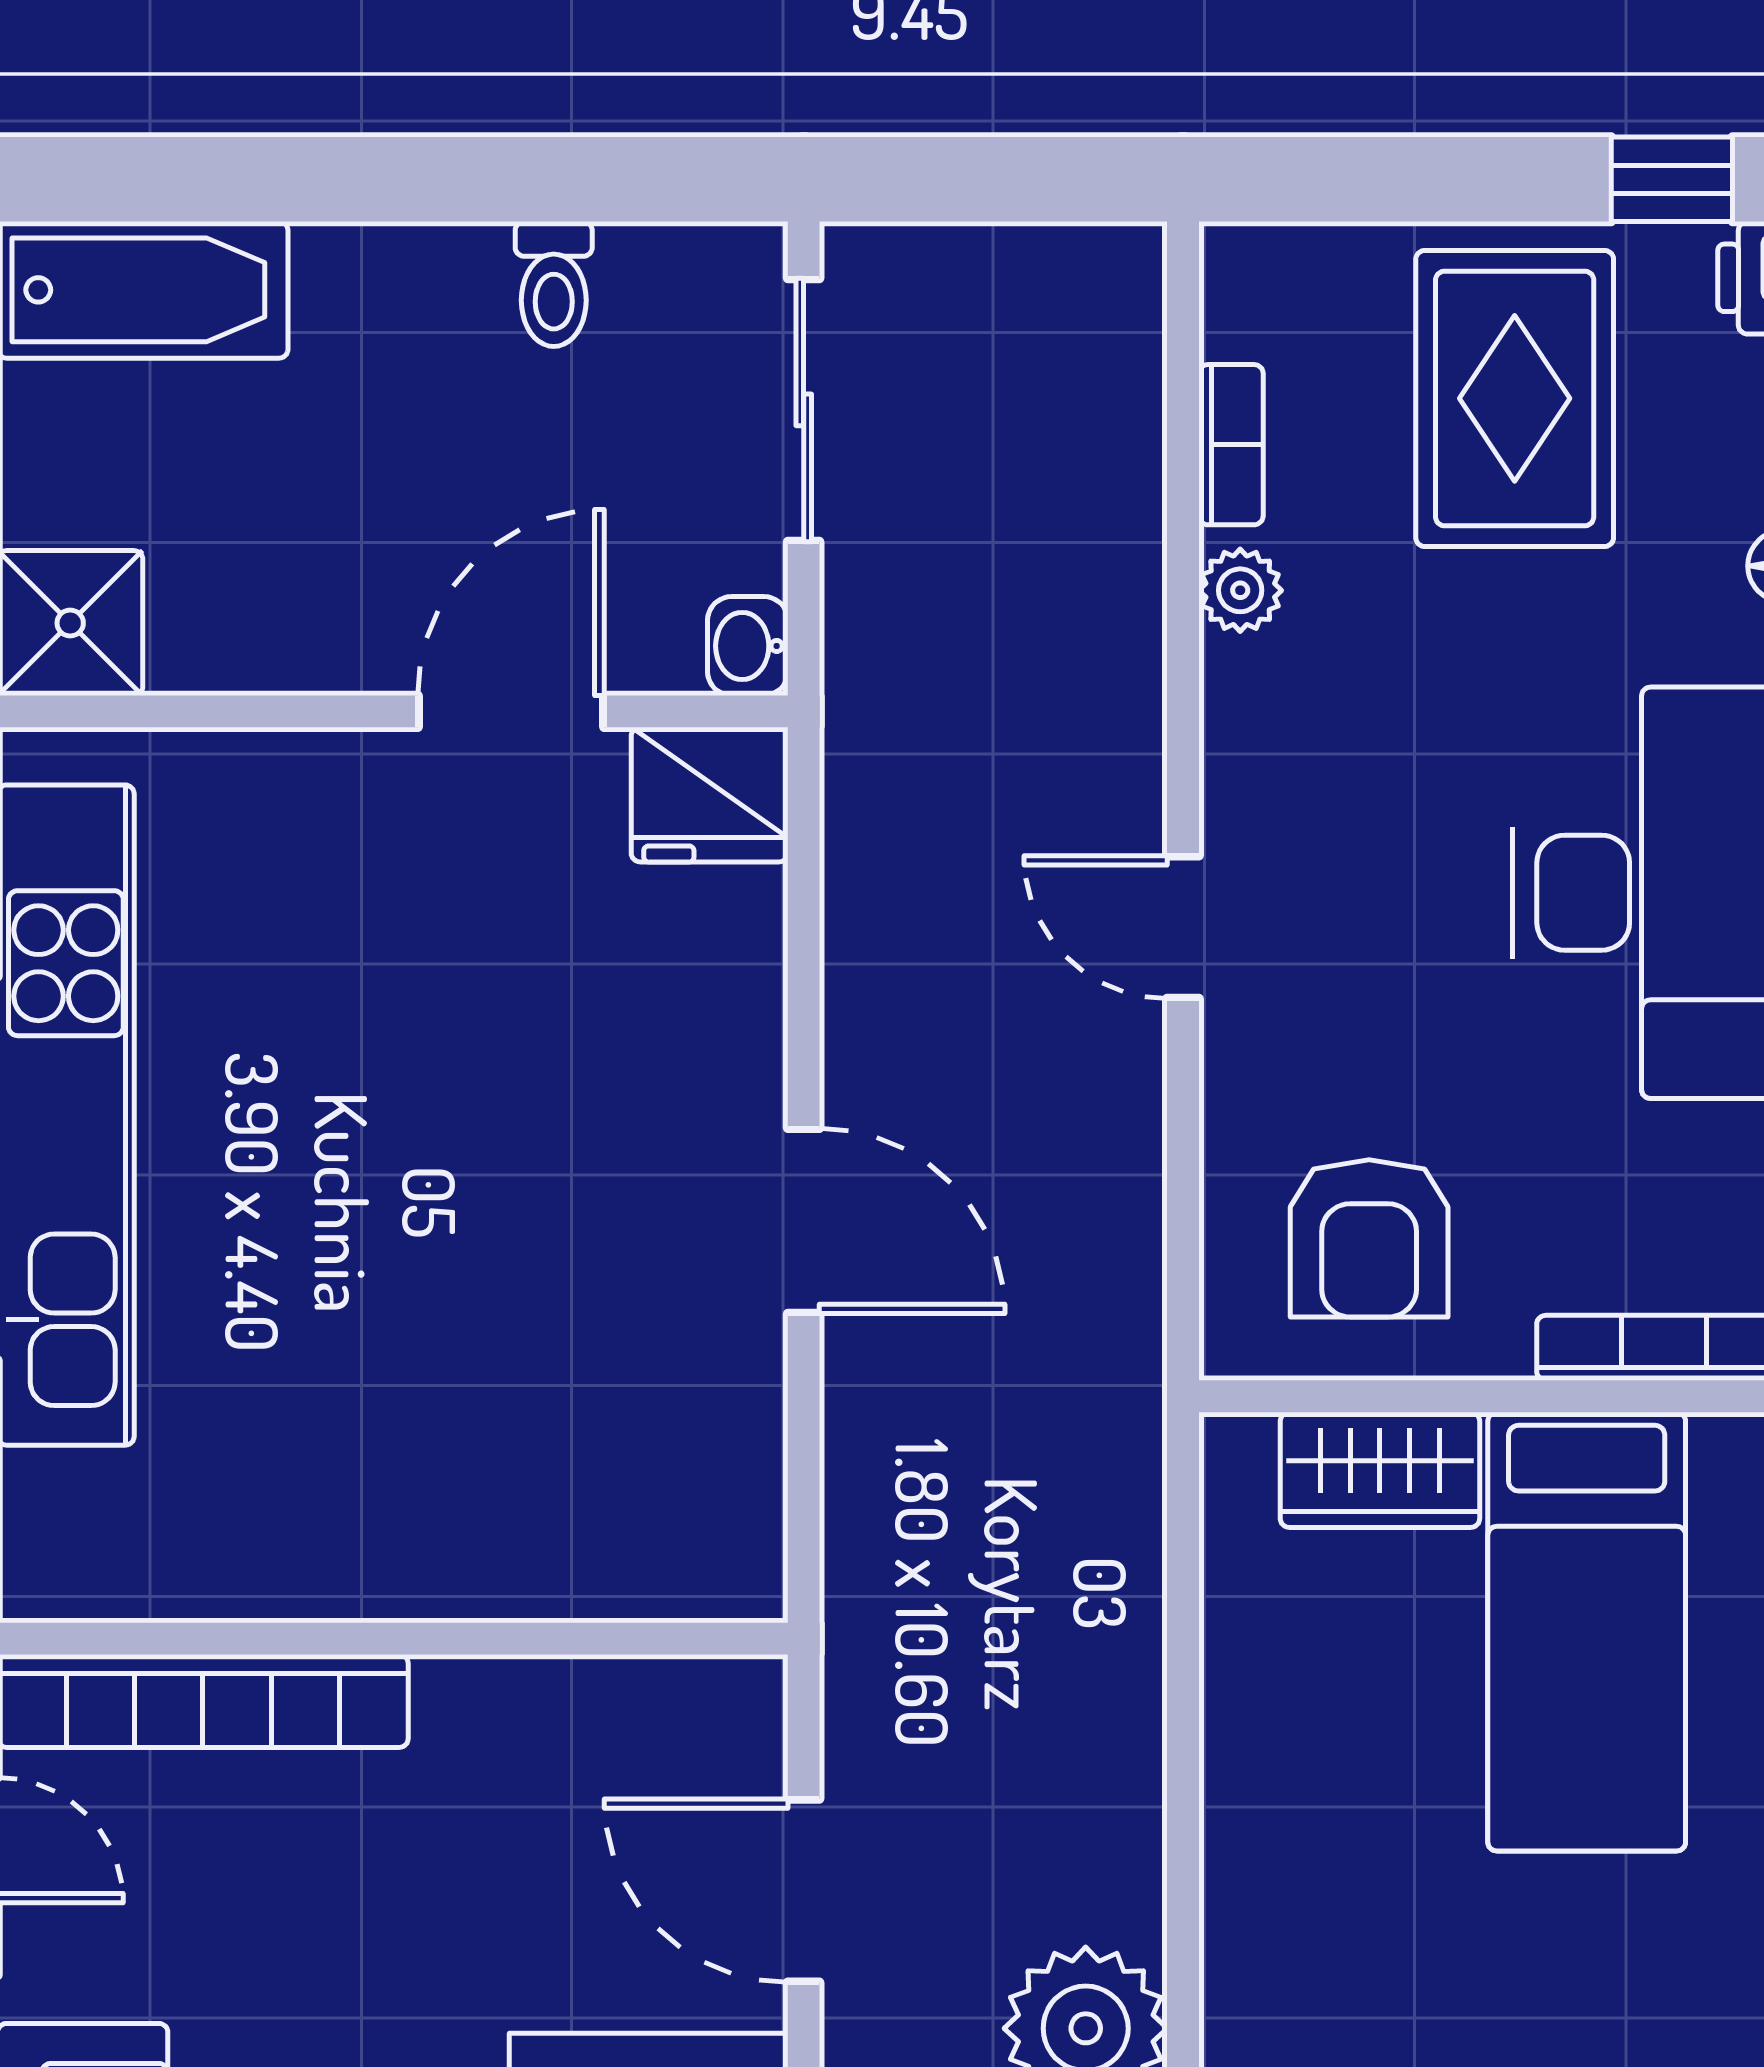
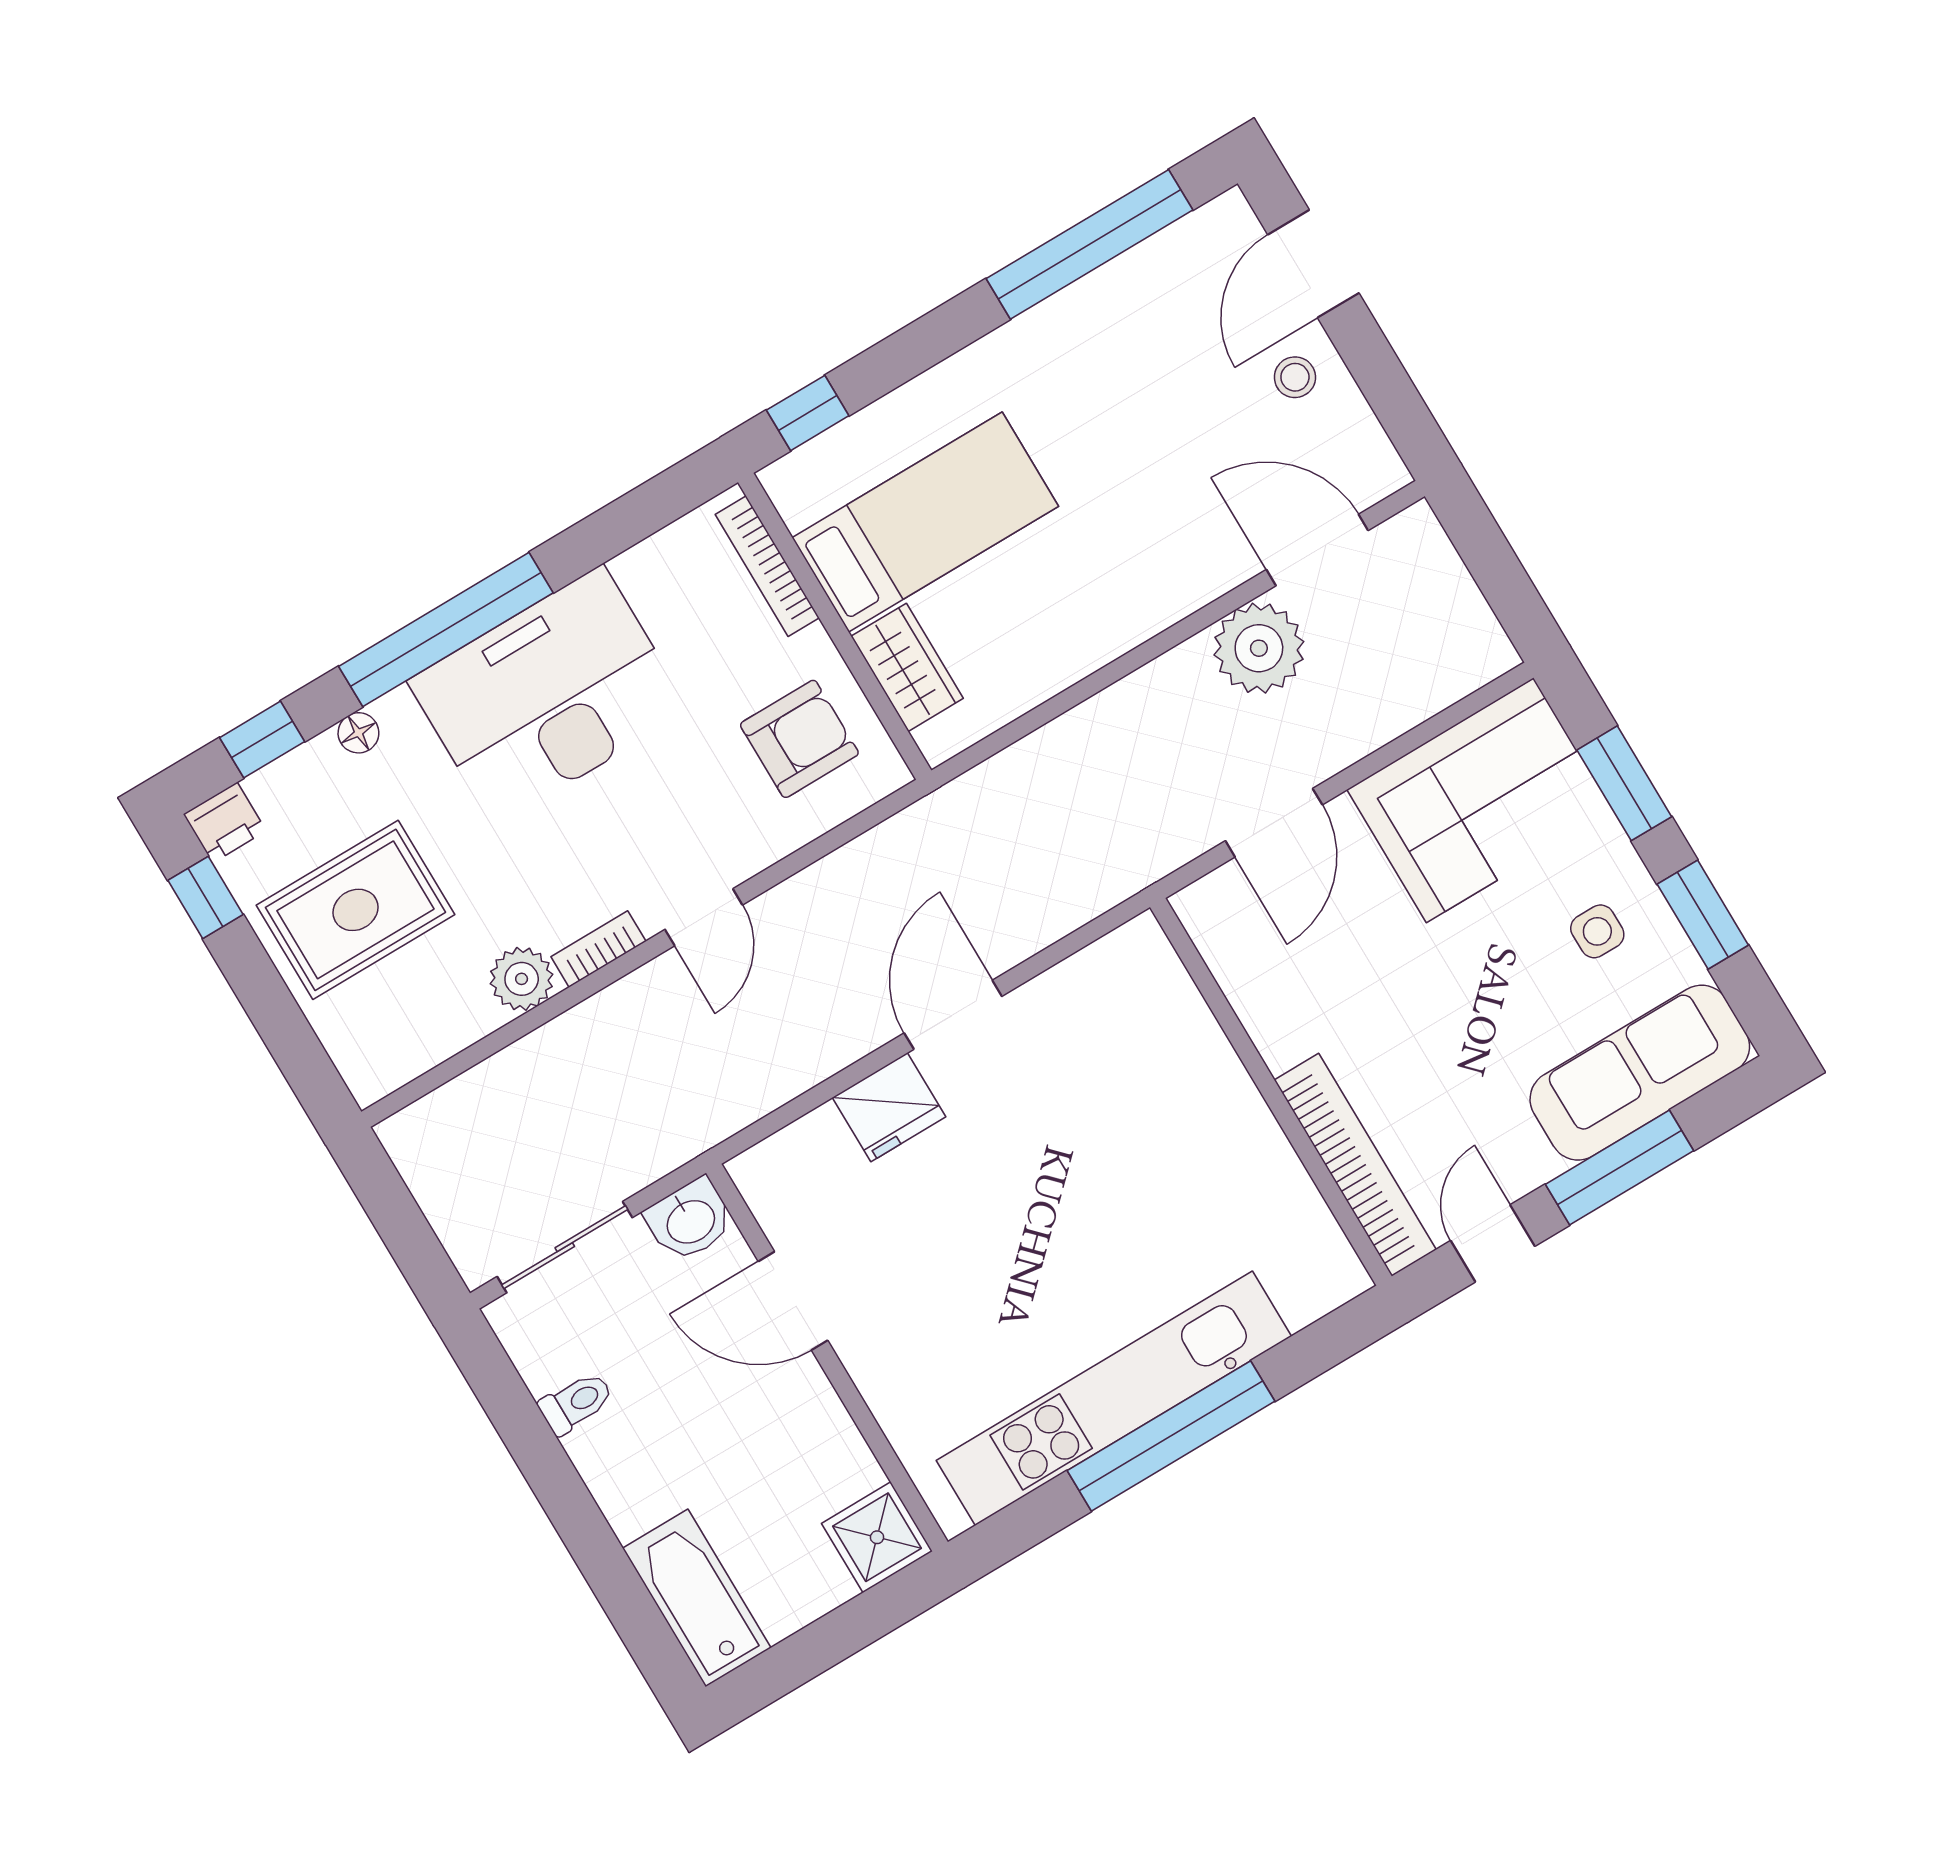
bookcase: (1231, 445) -> (598, 949), moved
plant: (1240, 590) -> (522, 979), width x1.38, depth x1.38
washbasin: (748, 646) -> (690, 1220), width x1.38, depth x1.45
fridge: (710, 795) -> (889, 1107), moved, turned 90

